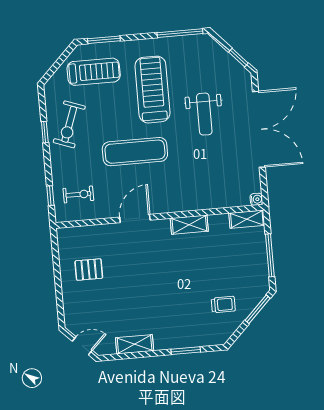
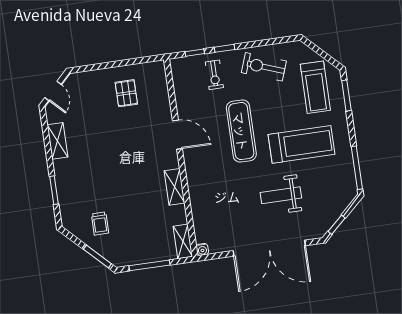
window: (45, 132) -> (224, 48), moved
exercise bike: (78, 194) -> (214, 75), moved

